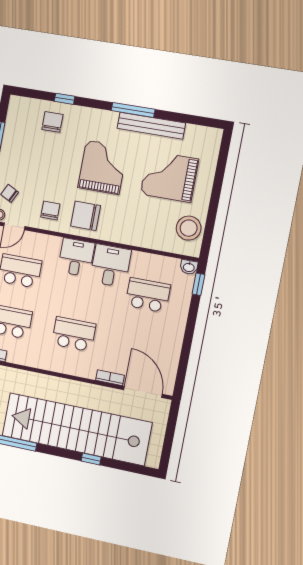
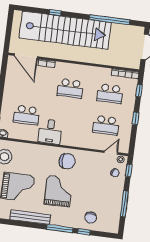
window: (133, 110) -> (60, 229), moved
grand piano: (103, 167) -> (58, 191), turned 180
chair: (50, 210) -> (89, 163), removed
desk: (76, 257) -> (71, 136), removed

